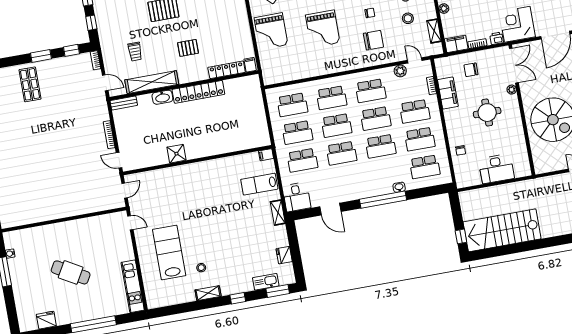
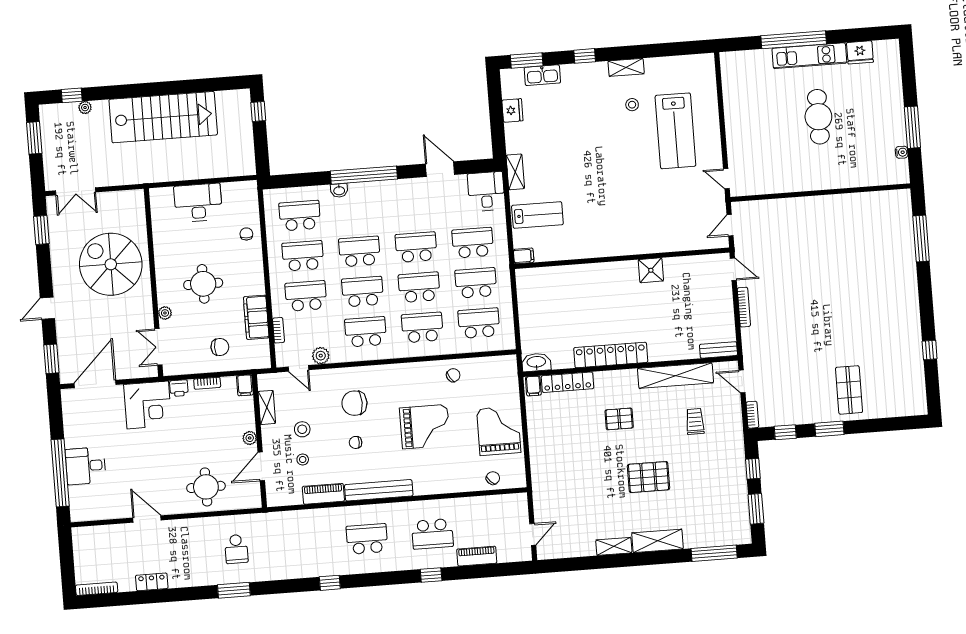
grand piano: (323, 29) -> (425, 427), turned 90
filing cabinet: (456, 44) -> (245, 385), width x0.50
double door: (514, 66) -> (158, 347), width x0.73
chair: (307, 67) -> (453, 375), added
washbasin: (162, 97) -> (536, 362), moved
stairs: (502, 230) -> (163, 117), moved
cafe table: (71, 272) -> (818, 117), turned 60
kitchen unit: (133, 286) -> (809, 56), moved, turned 90

